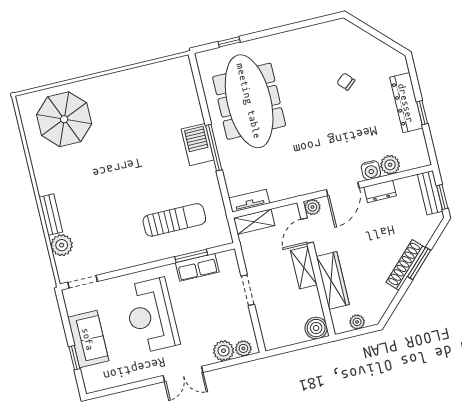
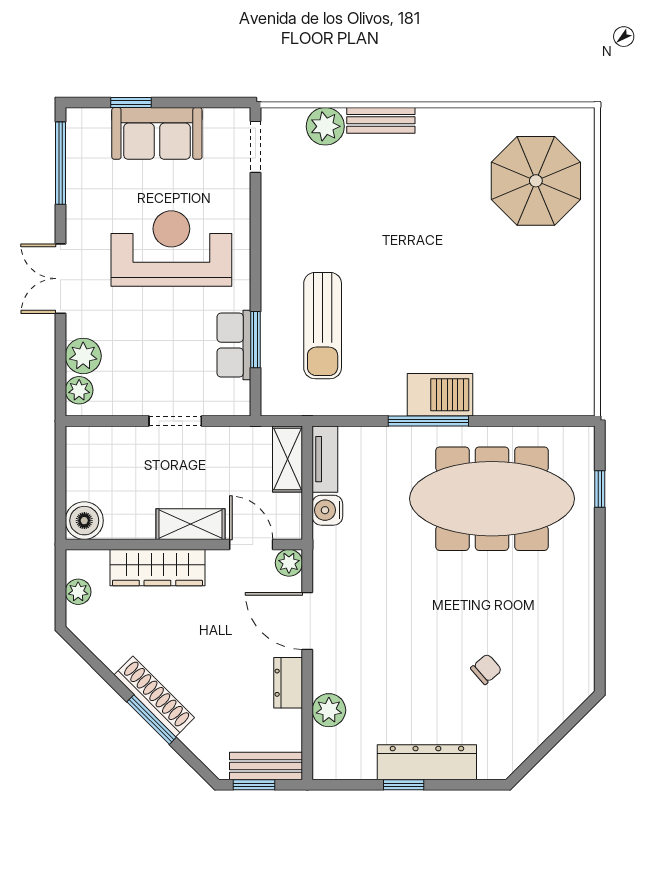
water cooler: (371, 170) -> (327, 510), moved
window: (118, 389) -> (60, 163), added

